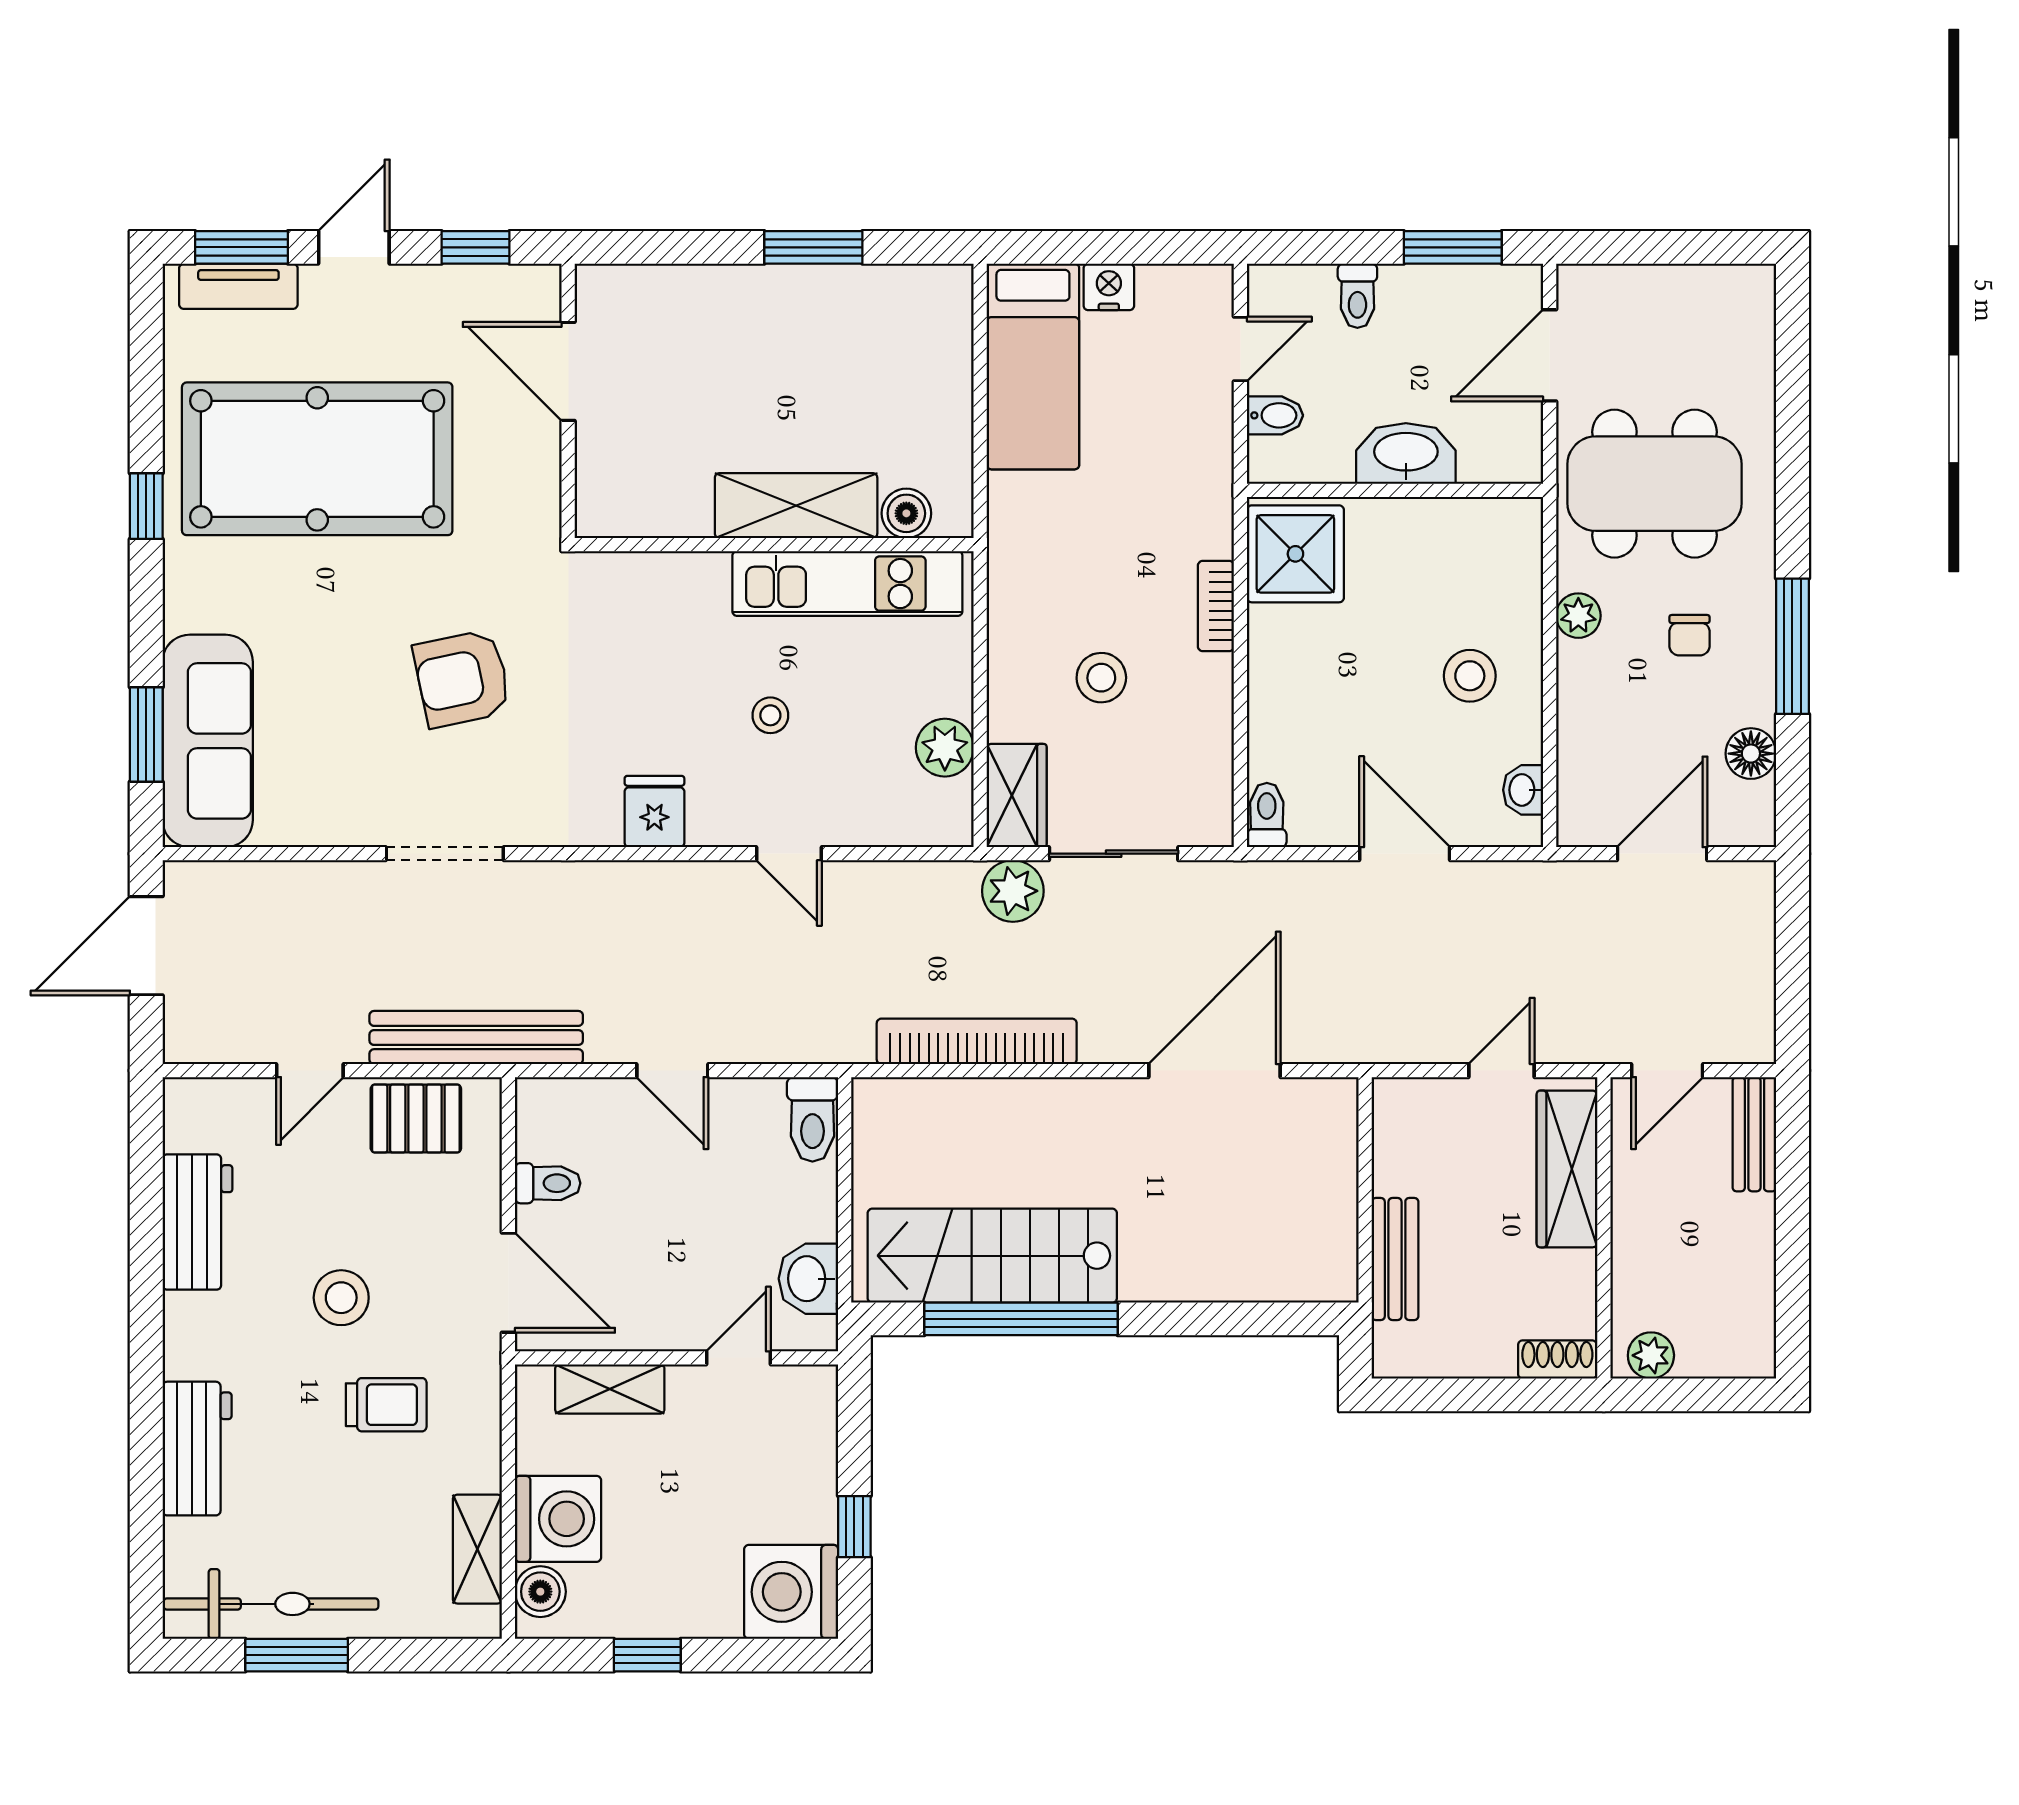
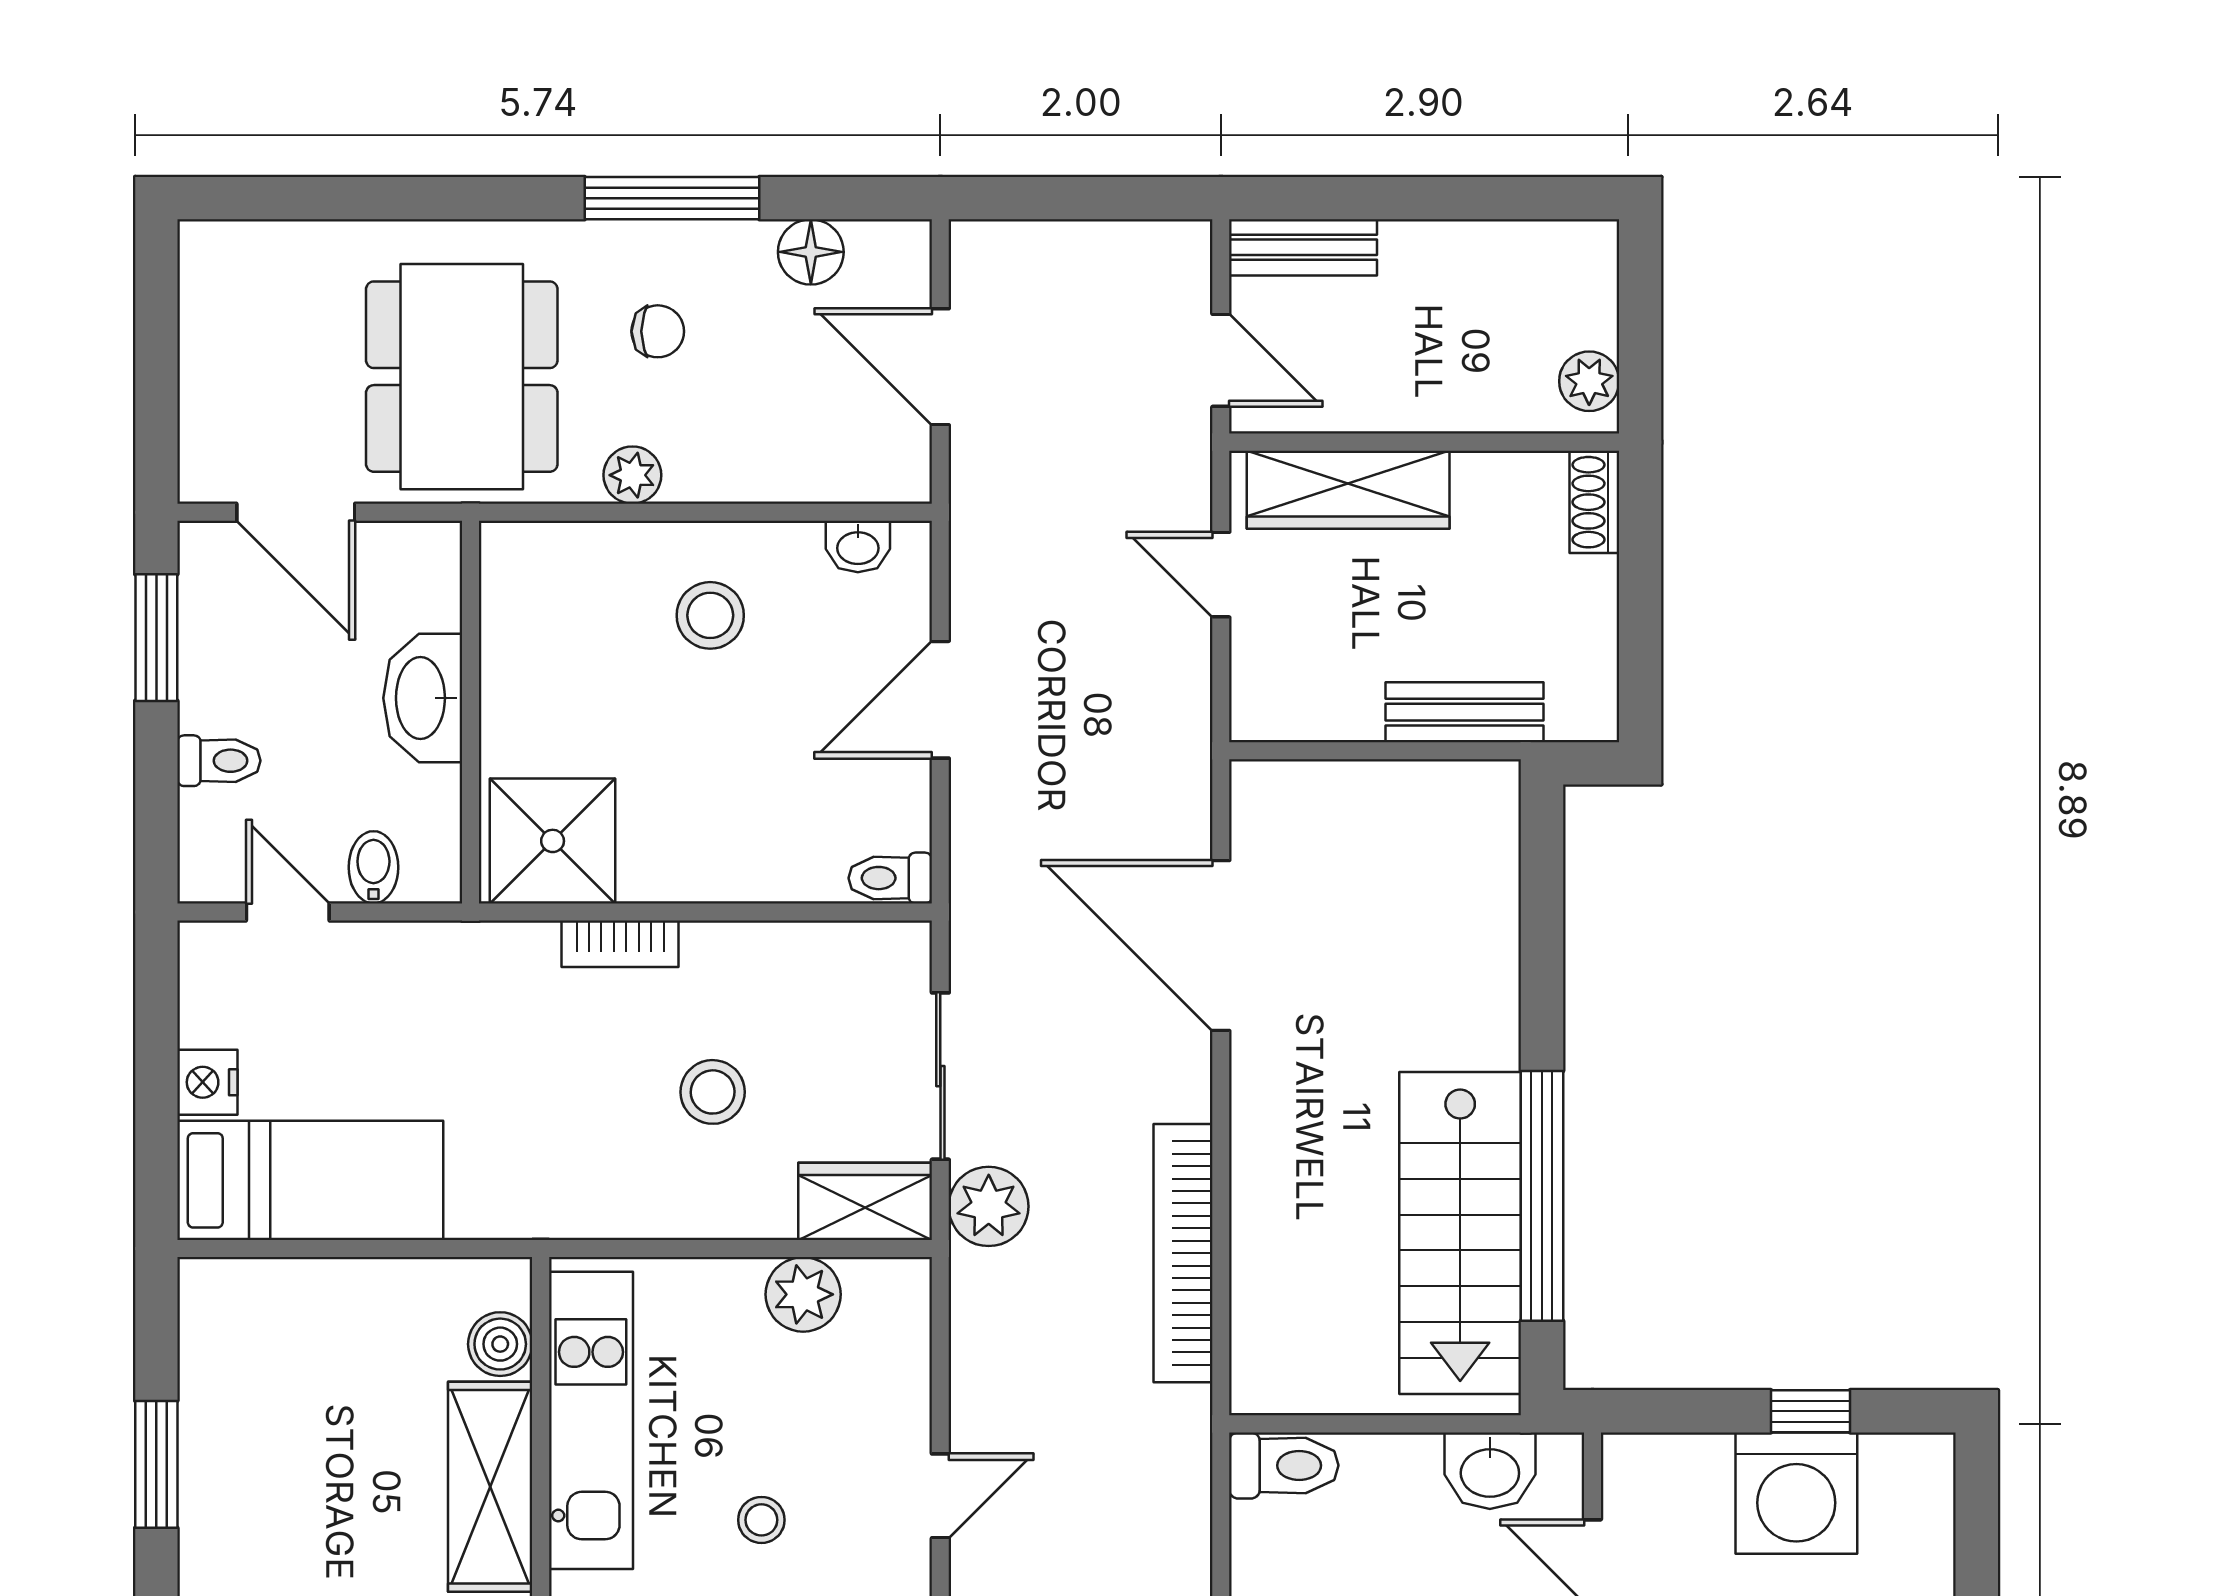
washing machine: (791, 1592) -> (1796, 1493), moved

